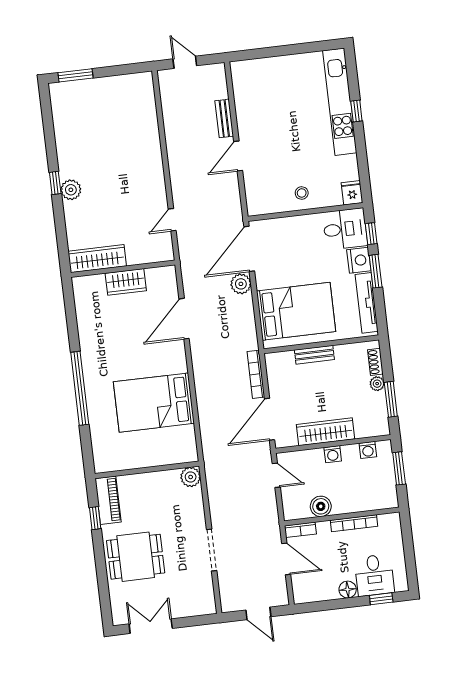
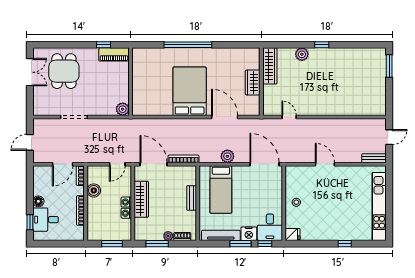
kitchen unit: (340, 102) -> (379, 206), moved, turned -90
bench: (224, 118) -> (374, 158), moved
plant: (71, 190) -> (302, 54), moved
plant: (241, 284) -> (227, 156), moved
bed: (296, 311) -> (221, 190), width x0.67
bed: (154, 403) -> (190, 91), moved
washing machine: (368, 450) -> (126, 213), moved
dining table: (136, 557) -> (64, 71), moved

